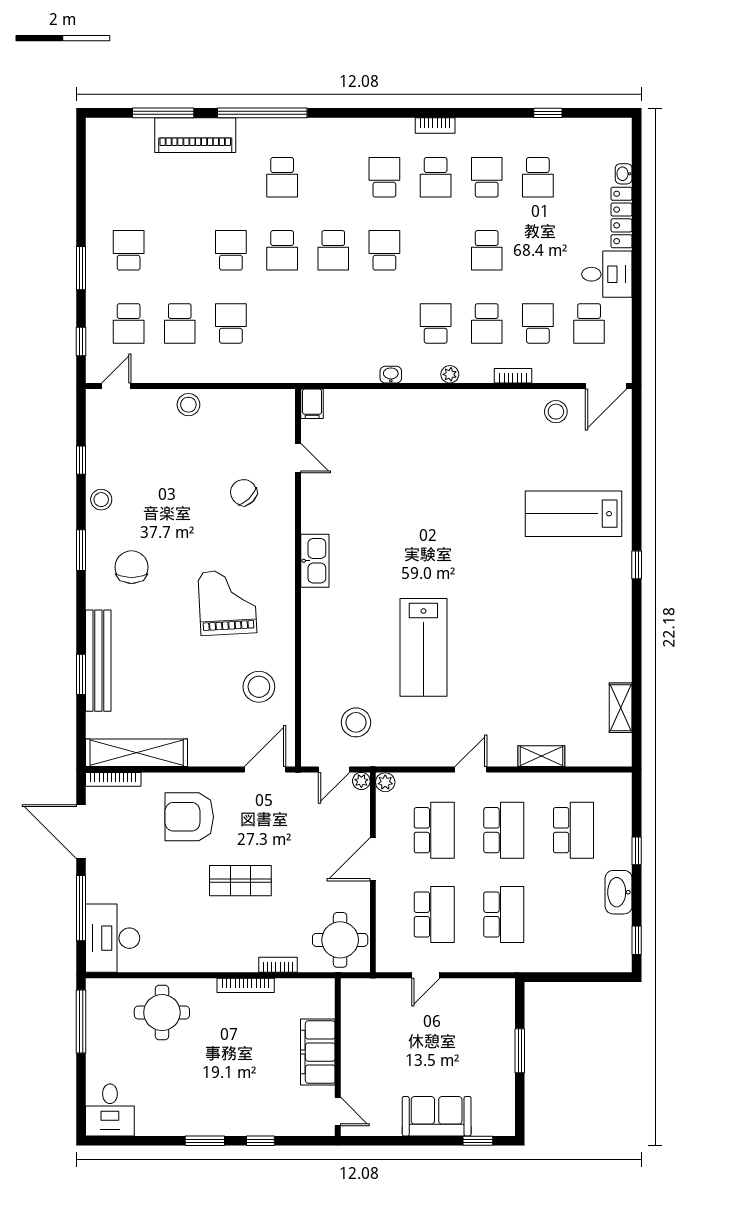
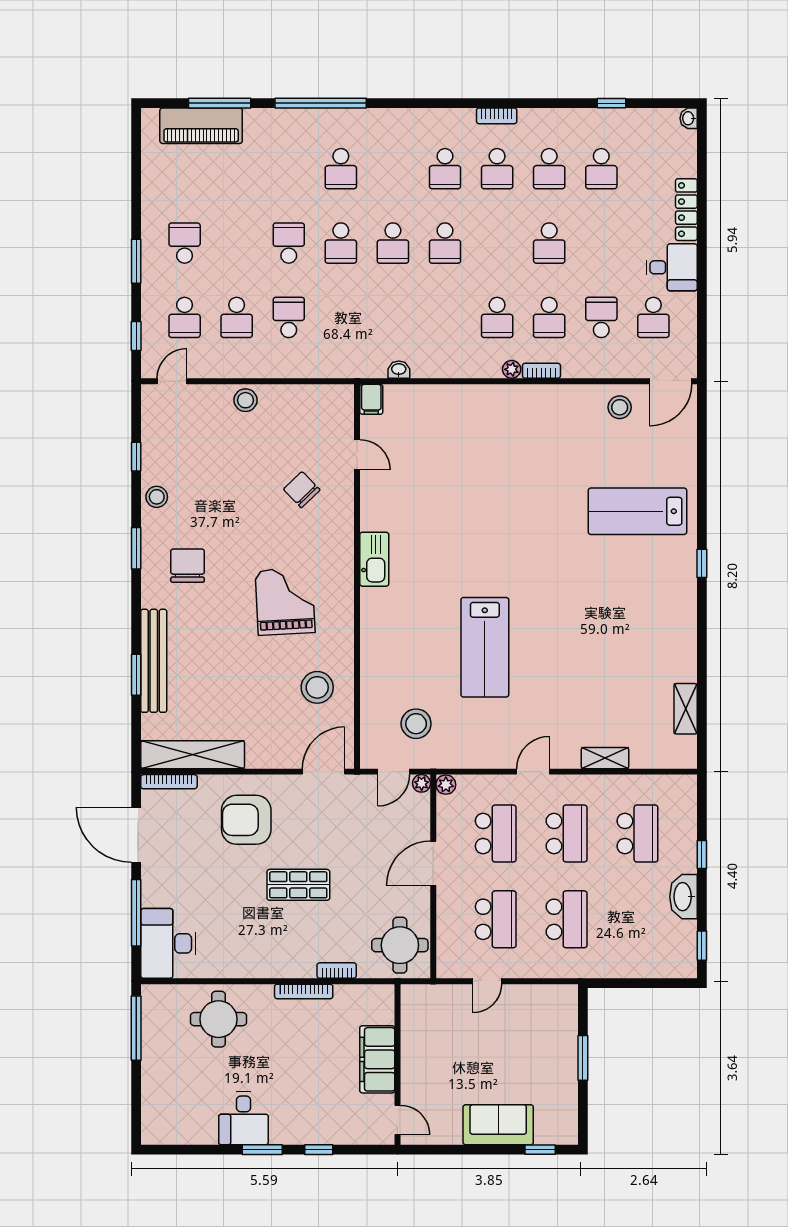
piano: (195, 135) -> (201, 126), moved
washbasin: (624, 174) -> (689, 118), moved
school desk: (384, 177) -> (445, 169), turned 180
school desk: (487, 177) -> (549, 169), turned 180
school desk: (384, 250) -> (445, 243), turned 180
school desk: (436, 323) -> (497, 317), turned 180
washbasin: (391, 375) -> (399, 370), moved
bookcase: (513, 376) -> (541, 371), moved
desk: (110, 1110) -> (244, 1118), moved

